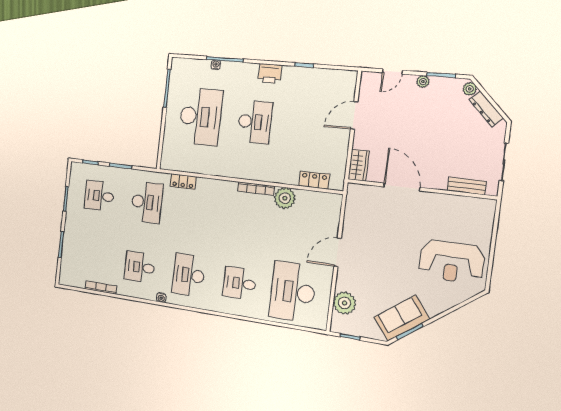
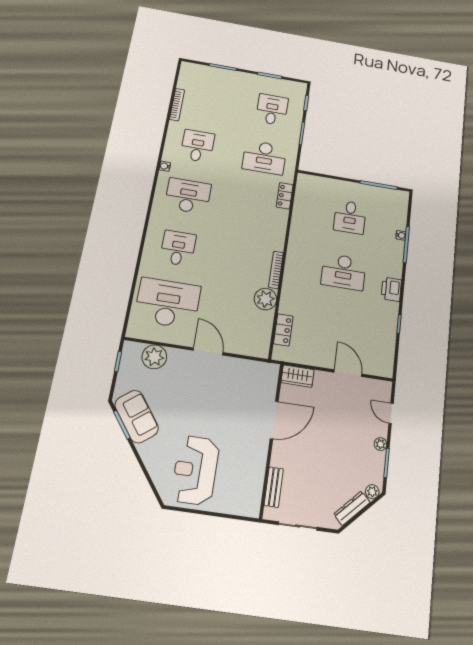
desk: (200, 117) -> (350, 217), width x0.53, depth x0.77

